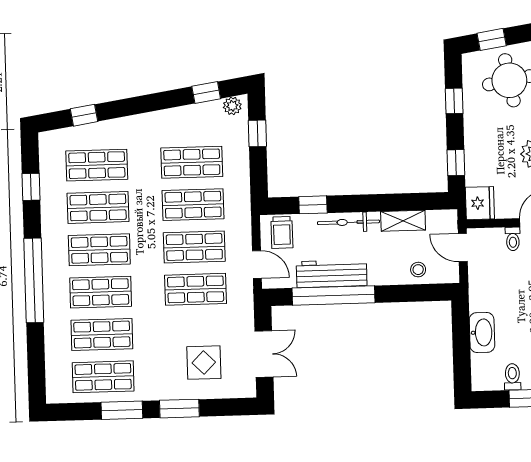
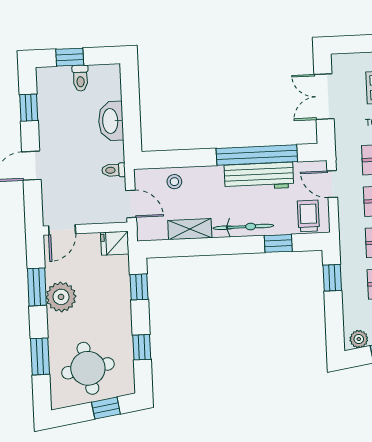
window: (257, 133) -> (332, 278), moved
fridge: (480, 203) -> (115, 243), width x0.72
toilet: (513, 239) -> (114, 170), moved, turned -90

